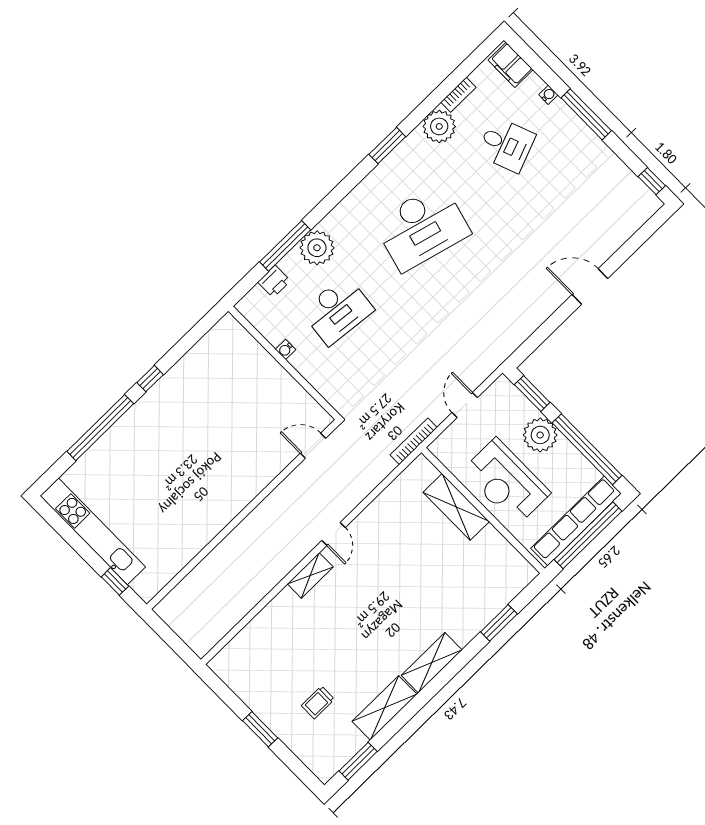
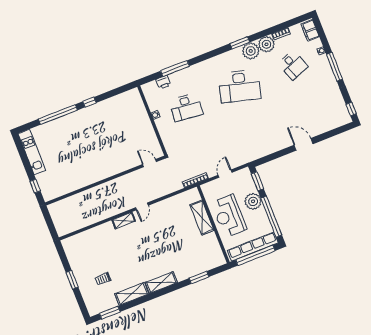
plant: (317, 248) -> (251, 51), moved
kitchen unit: (93, 531) -> (32, 152), width x0.73

